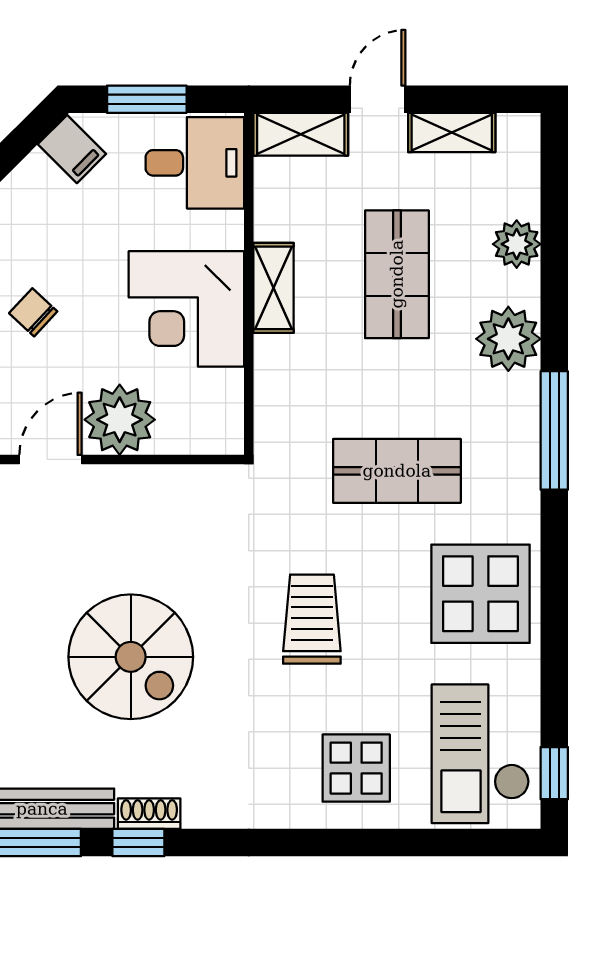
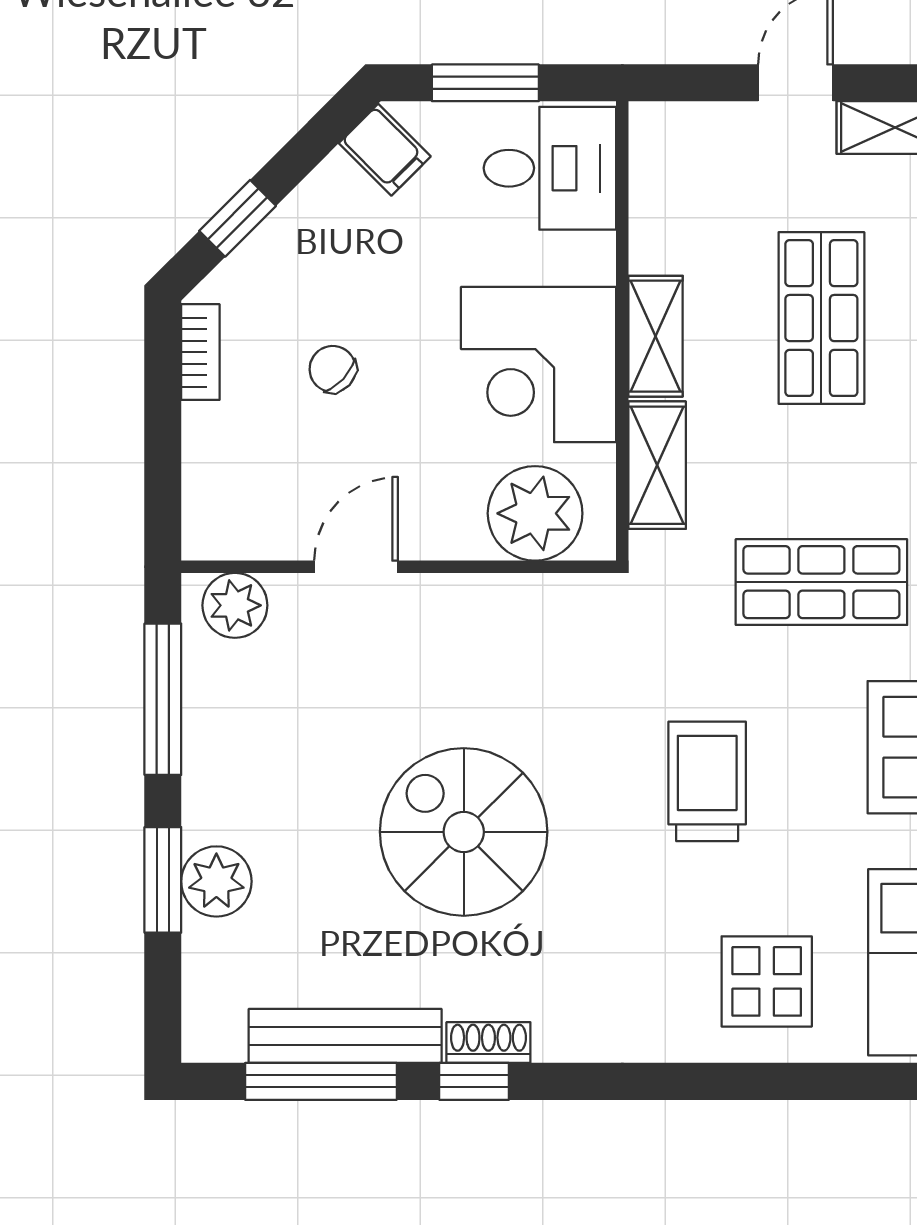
shelving: (301, 134) -> (657, 465), moved, turned 90
plant: (120, 420) -> (535, 513), moved
spiral stairs: (131, 657) -> (464, 832), turned 180

